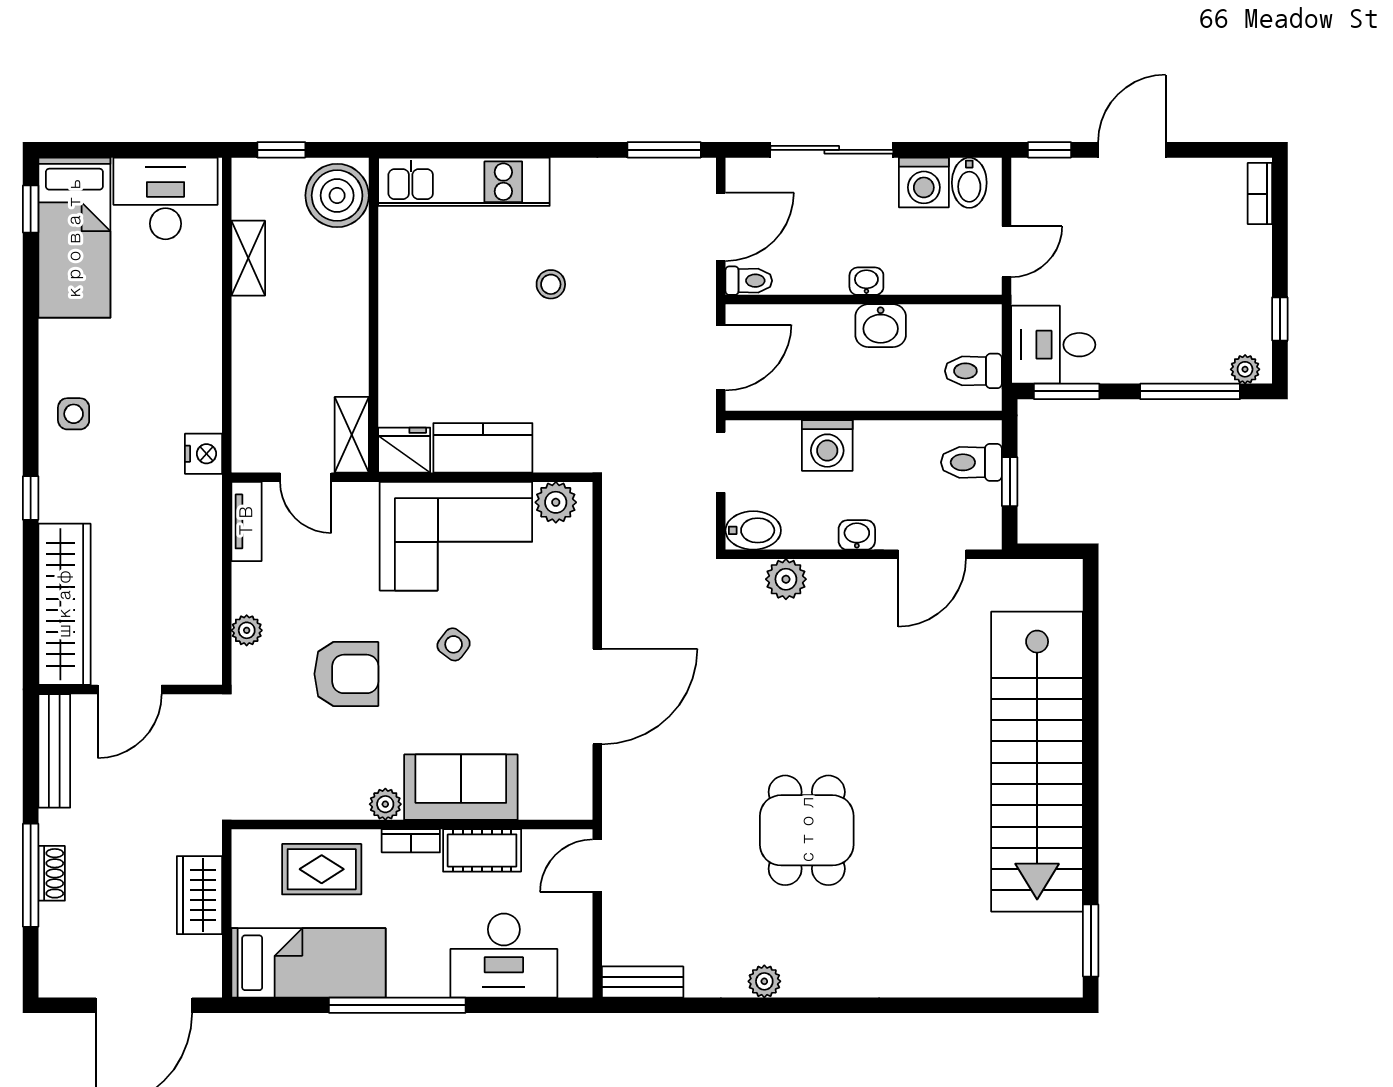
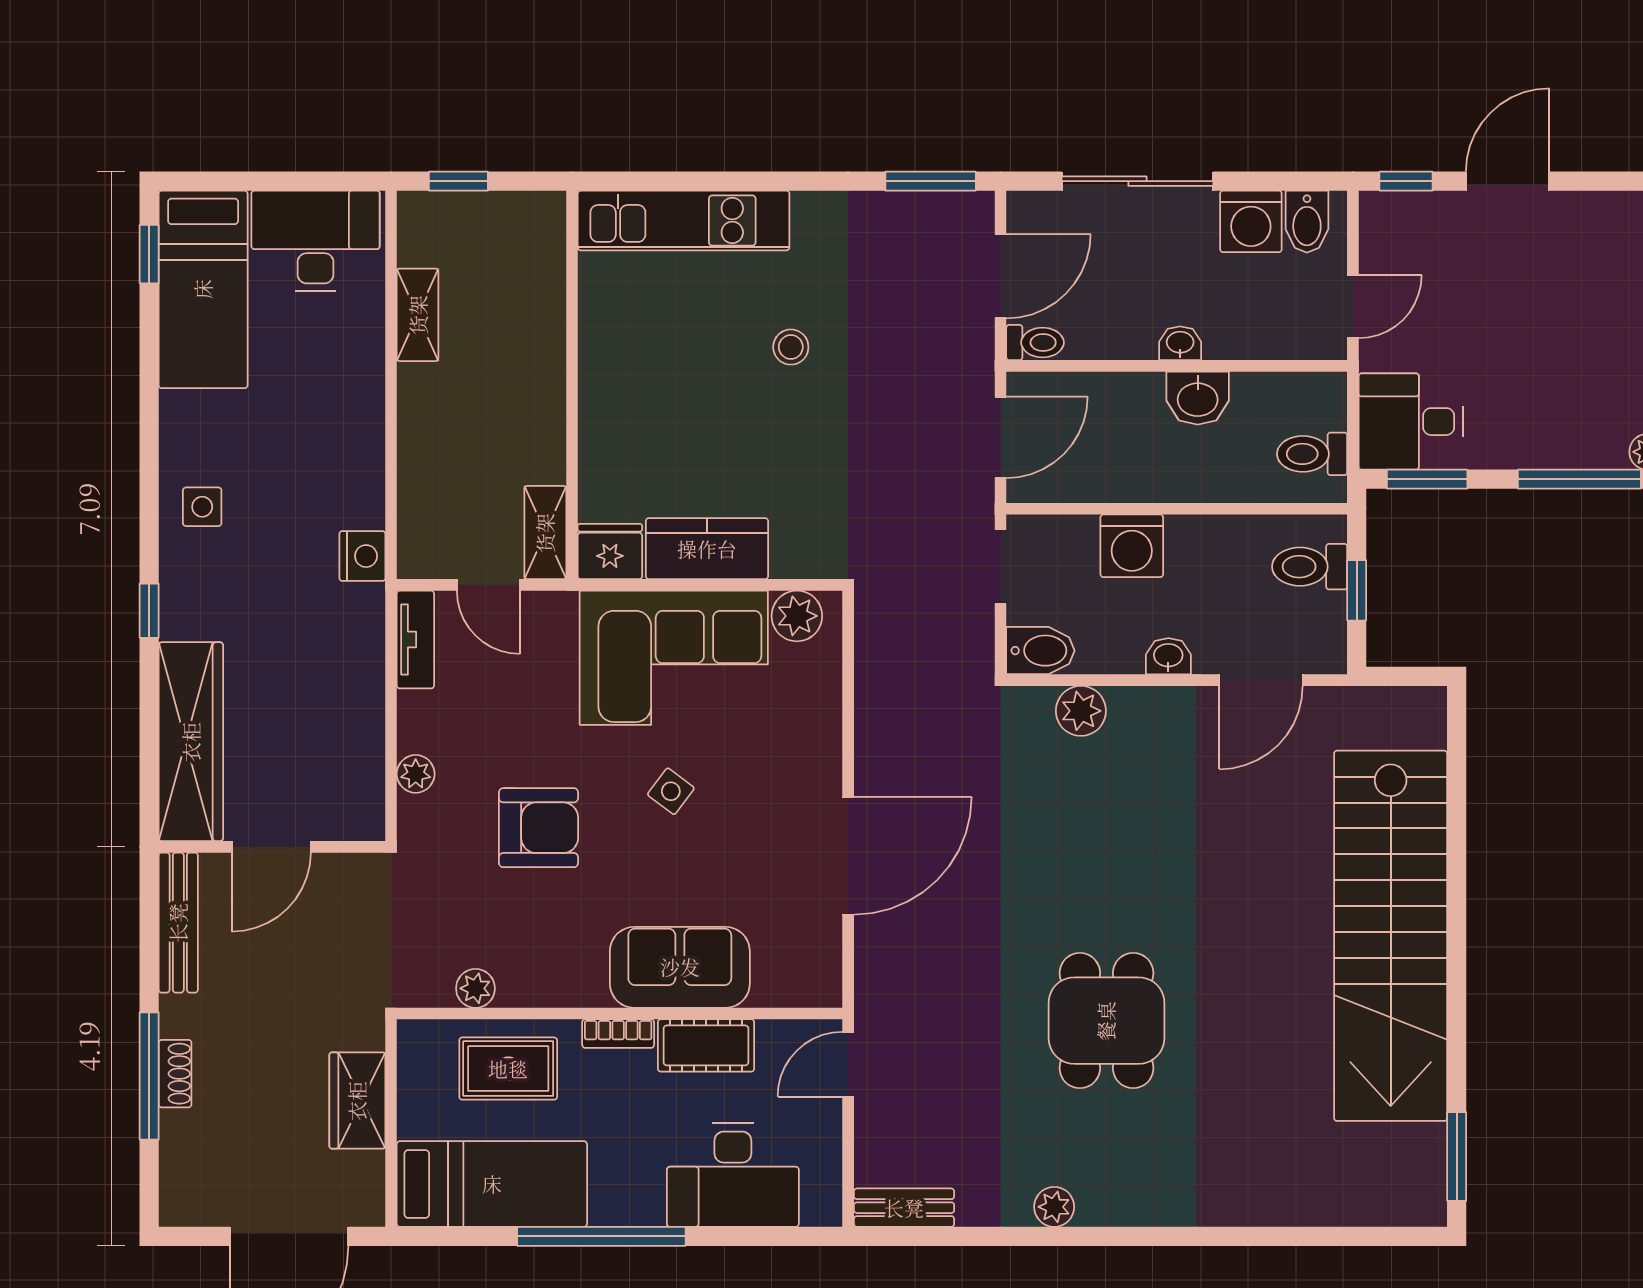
boiler: (337, 195) -> (527, 237), removed
plant: (385, 804) -> (475, 988), moved

